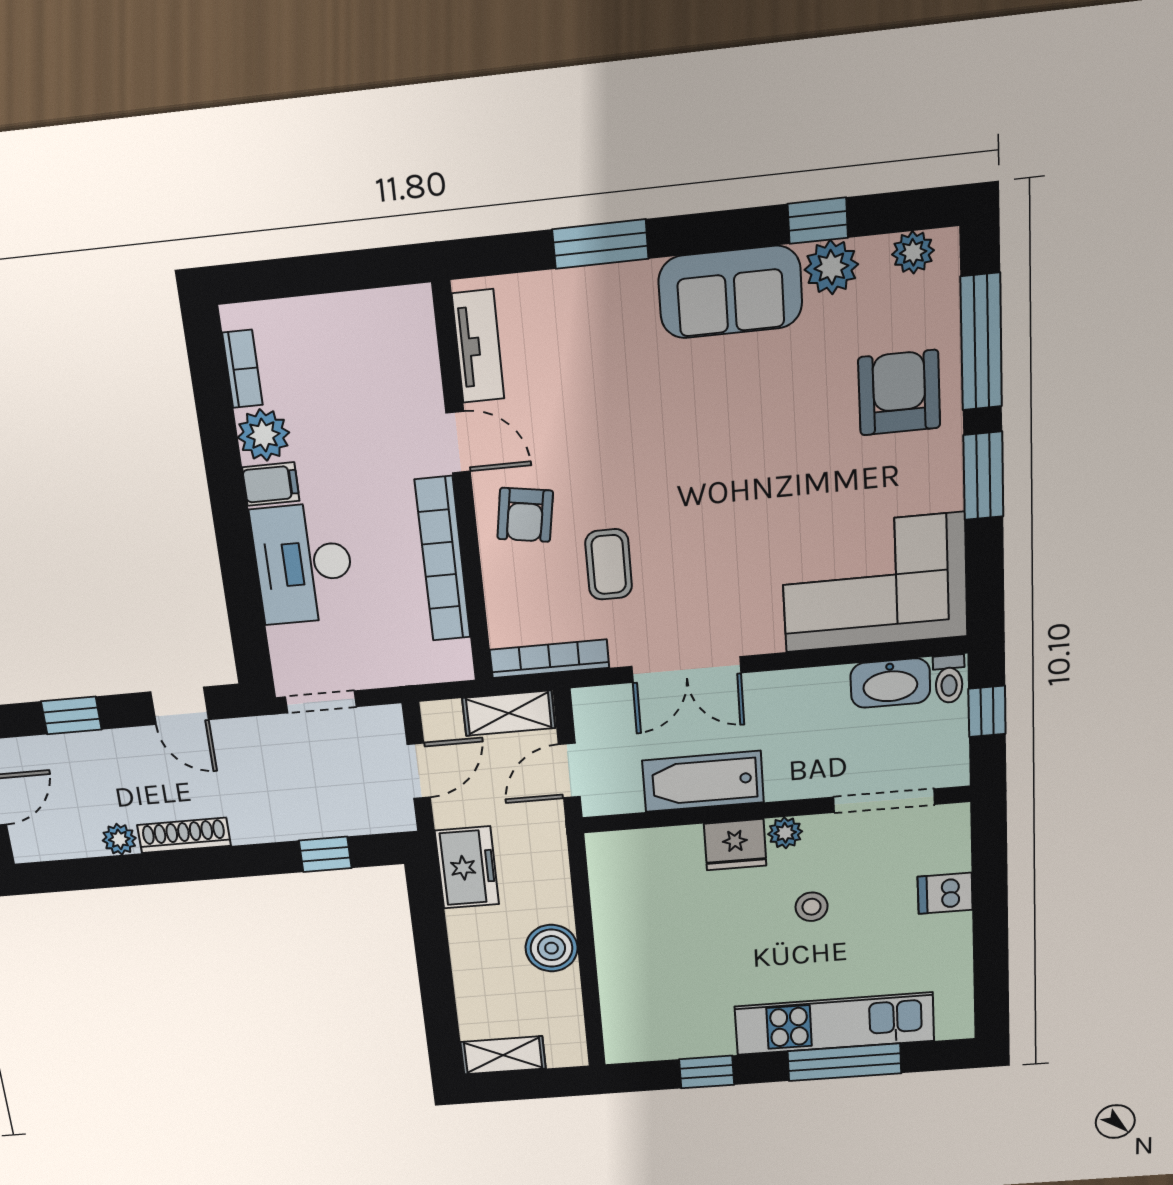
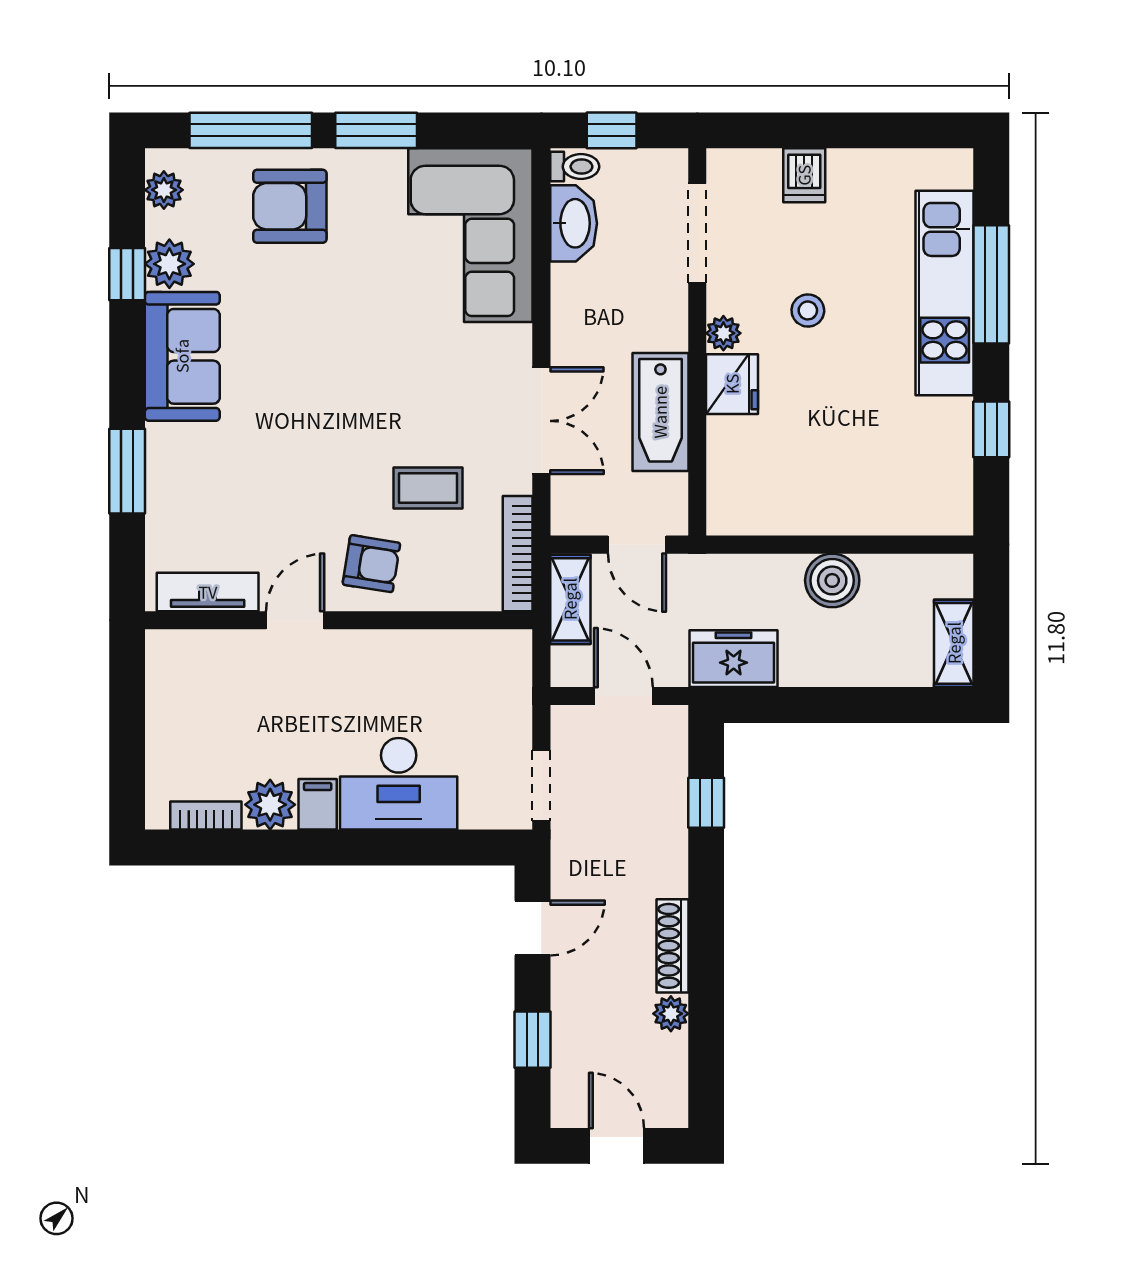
bookcase: (443, 559) -> (407, 648), removed

